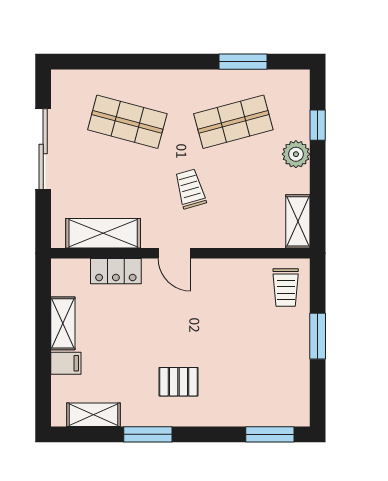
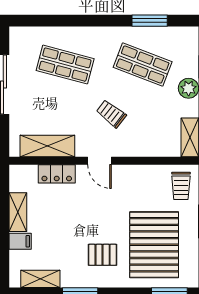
shop shelf: (233, 122) -> (143, 65), turned 36
trolley: (190, 189) -> (111, 114), turned -36
pallet: (249, 368) -> (154, 245), added

